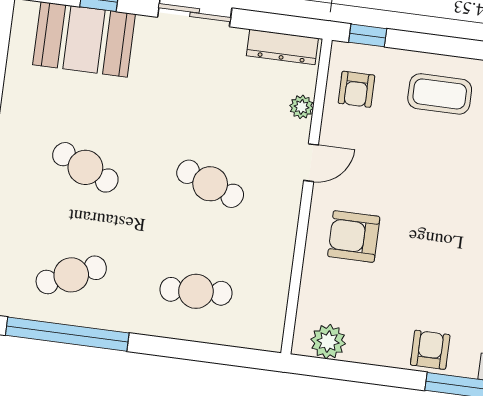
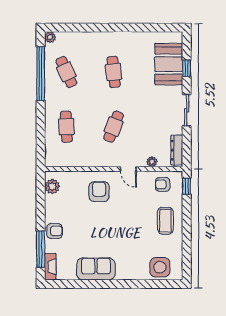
cafe table: (85, 167) -> (114, 72), turned -30

